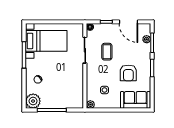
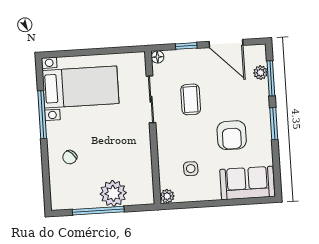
plant: (33, 101) -> (113, 193), moved

